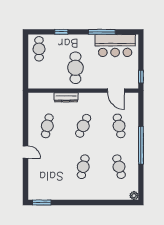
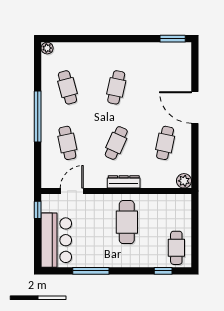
window: (61, 32) -> (163, 271), moved
bar counter: (115, 46) -> (56, 240), moved, turned 90
door: (116, 91) -> (72, 191), hinge flipped
dresser: (66, 97) -> (124, 182), moved
plant: (33, 98) -> (184, 181), added
door: (25, 152) -> (195, 107), width x1.88

